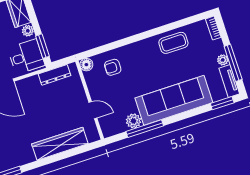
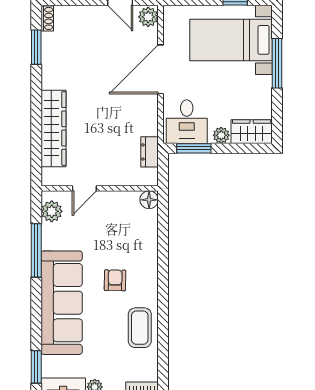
armchair: (113, 67) -> (115, 280), moved
dresser: (54, 75) -> (150, 152), width x0.70
plant: (133, 121) -> (52, 211), moved

